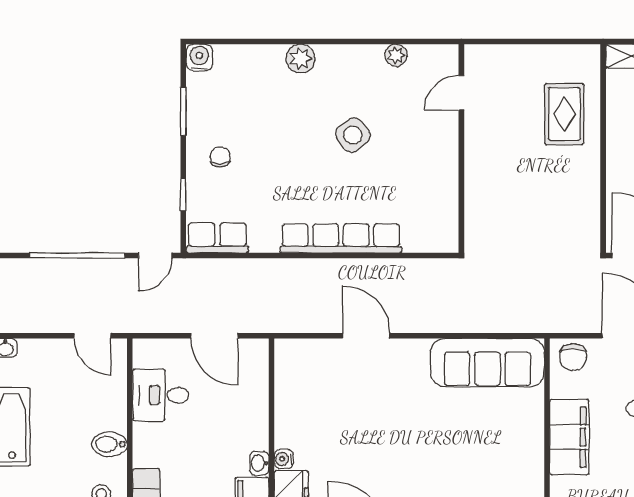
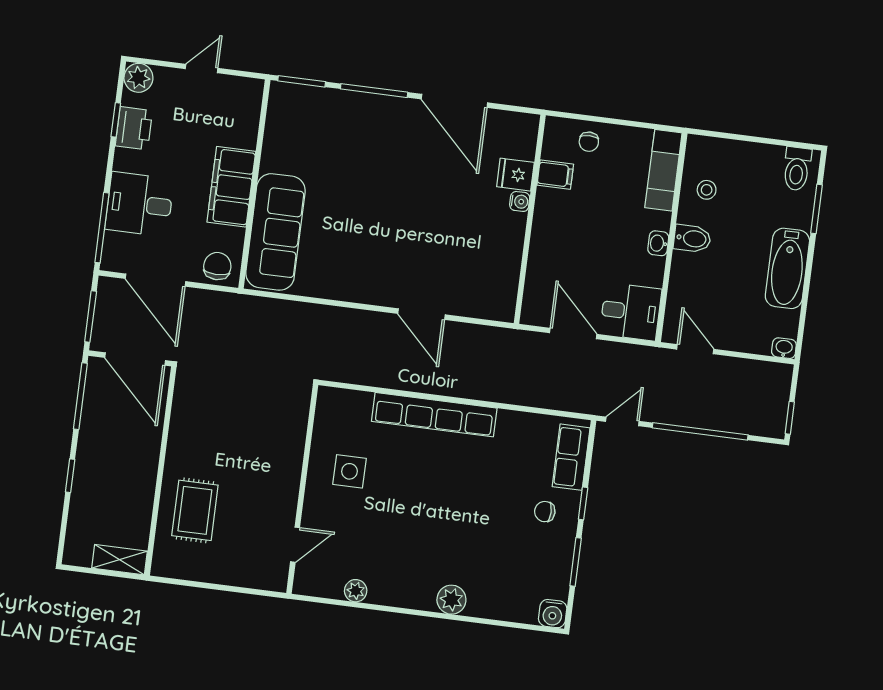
side table: (353, 135) -> (349, 471), moved, turned 36
chair: (220, 157) -> (545, 512), turned 90
window: (183, 194) -> (583, 503), moved
row of seats: (217, 238) -> (571, 457), moved, turned 90
sofa: (487, 363) -> (275, 232), moved, turned 90
desk: (161, 395) -> (631, 312), moved
washbasin: (259, 463) -> (658, 243), moved, turned 180

